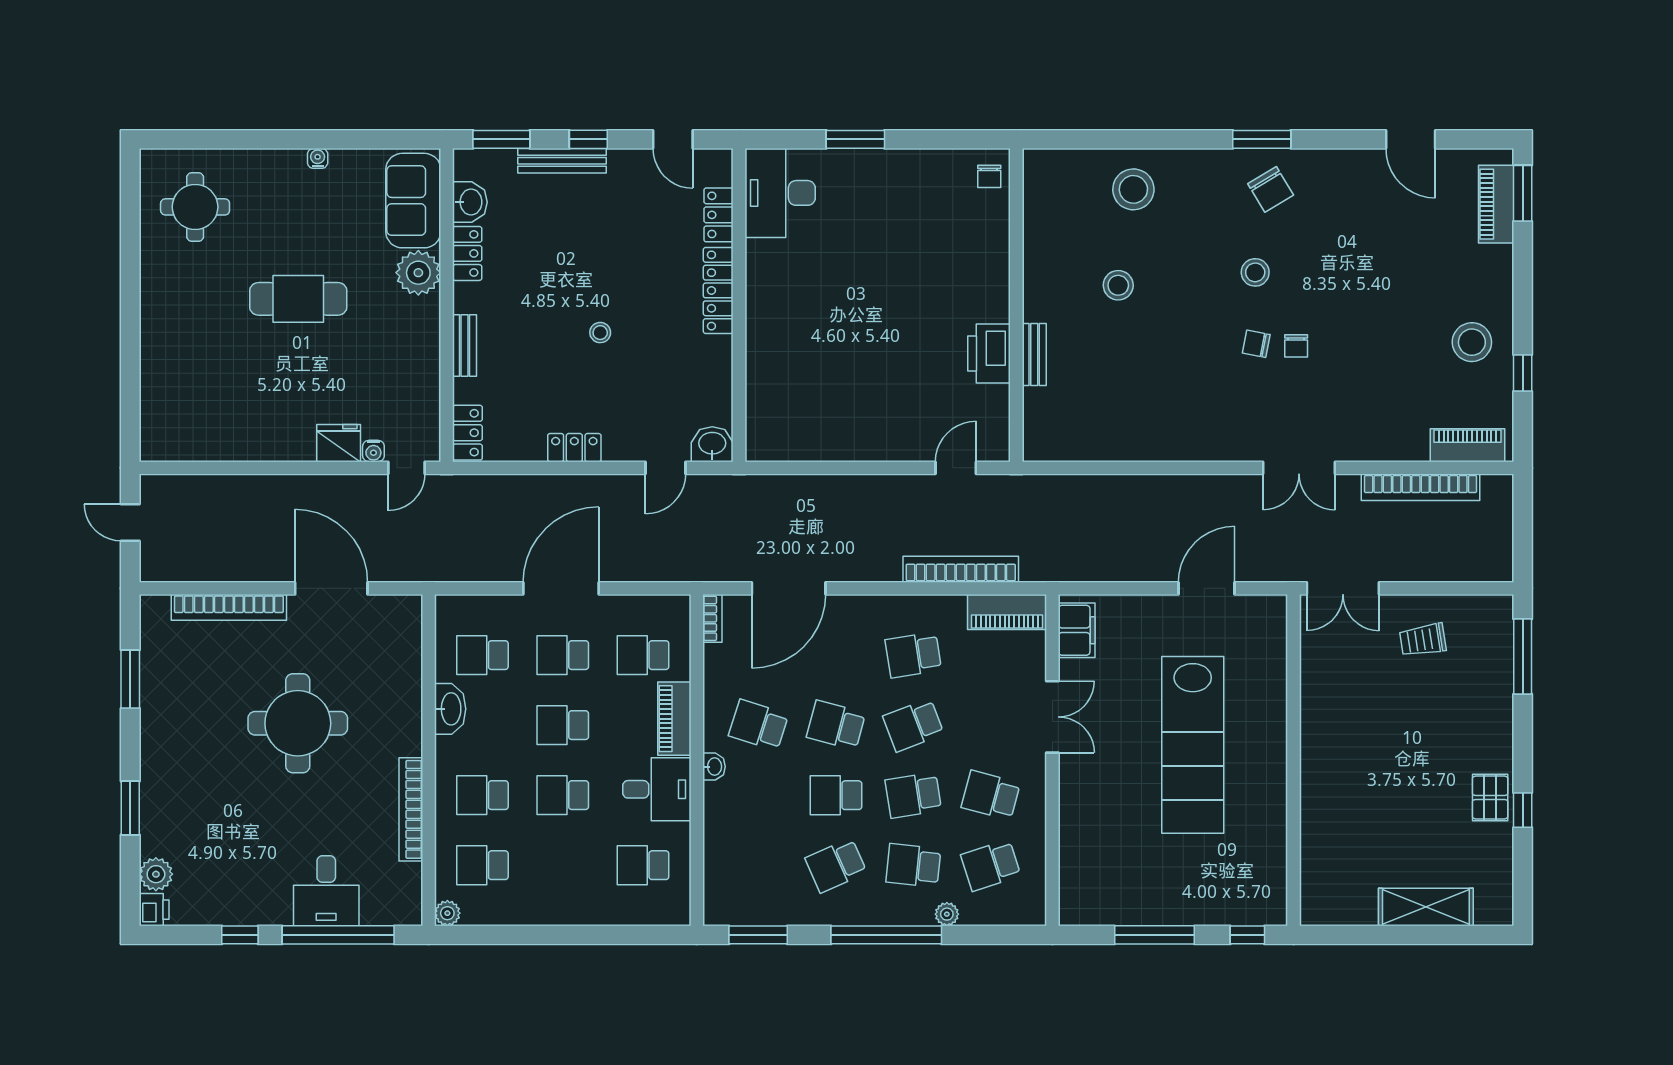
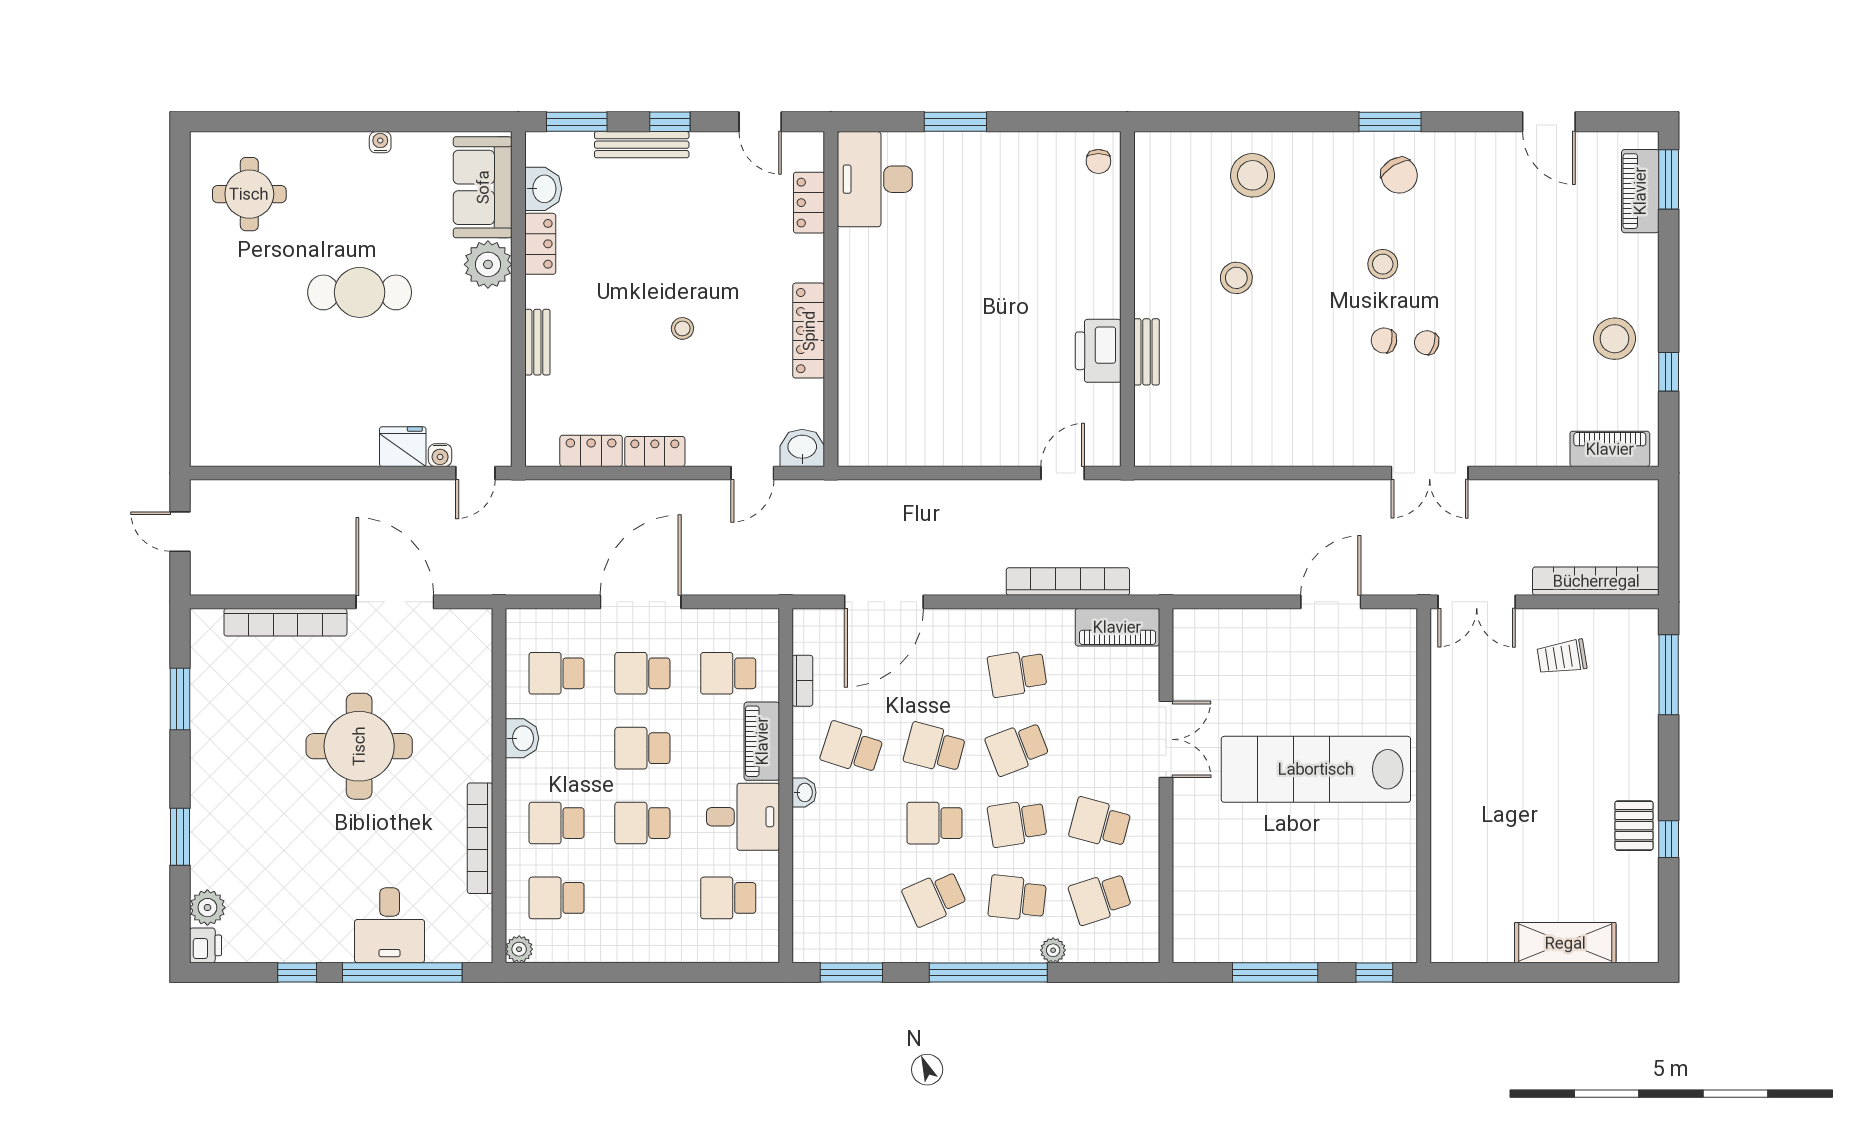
locker: (718, 290) -> (809, 331), moved
chair: (1296, 346) -> (1427, 343), turned 107
locker: (467, 433) -> (591, 451), moved, turned -90
bookcase: (1421, 487) -> (1596, 581), moved, turned 180
bookcase: (712, 618) -> (802, 681), moved
filing cabinet: (1077, 630) -> (1192, 647), removed
washbasin: (450, 709) -> (522, 738), width x0.72
lab bench: (1193, 745) -> (1316, 769), turned 90

